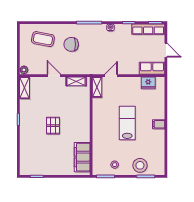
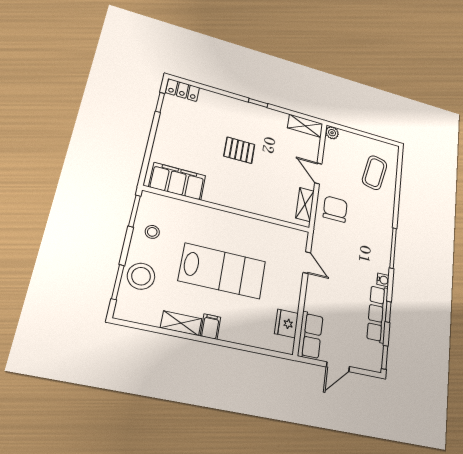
row of seats: (148, 29) -> (378, 314), moved
chair: (71, 44) -> (335, 209), moved
door: (54, 76) -> (318, 173), swing flipped
shelving: (97, 87) -> (181, 323), moved
lab bench: (127, 123) -> (222, 271), width x1.36, depth x1.39
locker: (25, 165) -> (183, 90), added

